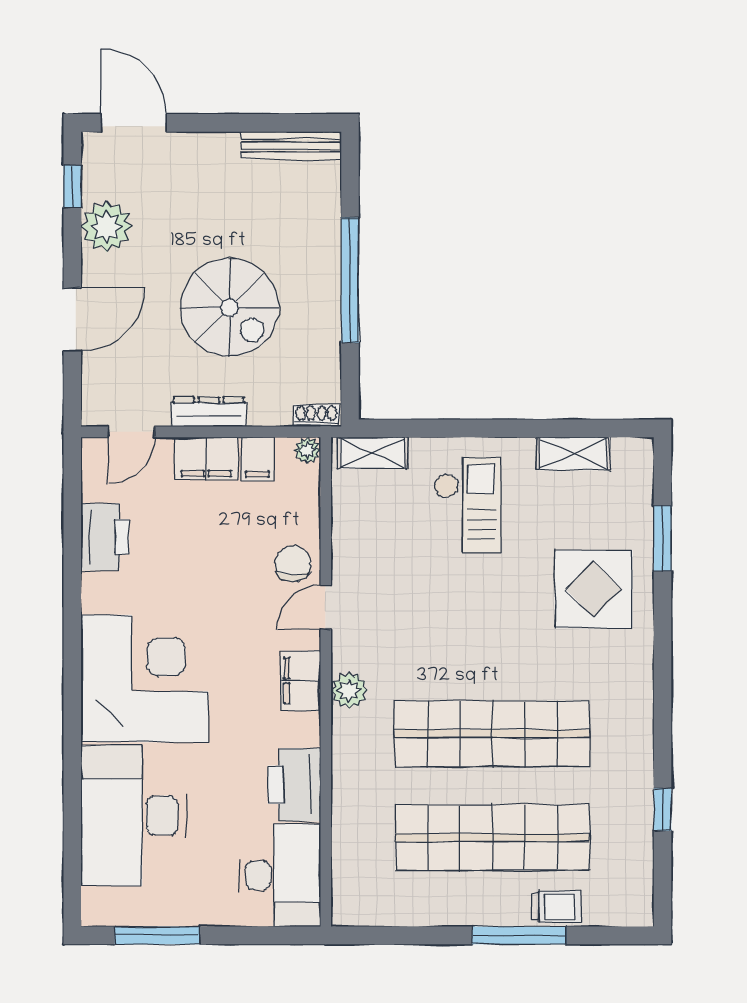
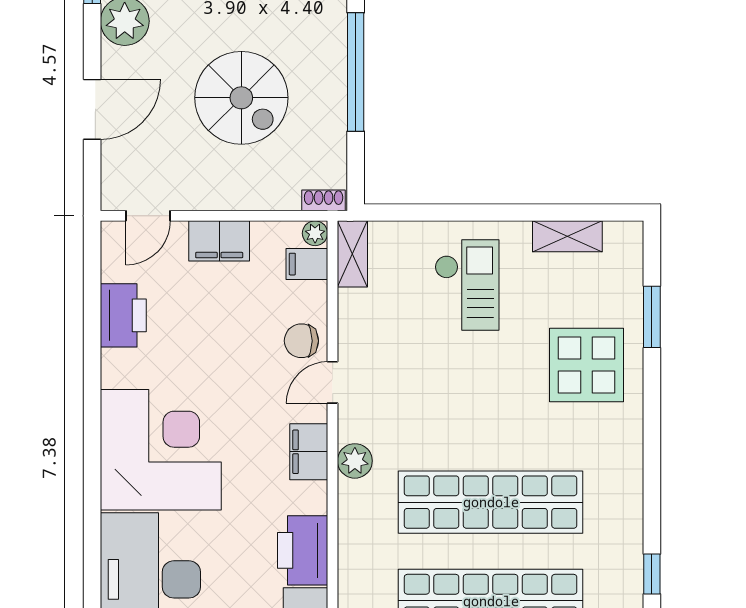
dresser: (209, 412) -> (222, 197), removed
shelving: (372, 453) -> (352, 254), moved, turned 90
filing cabinet: (257, 459) -> (307, 264), moved, turned 90
chair: (293, 564) -> (301, 341), turned -90

